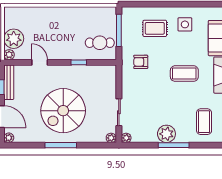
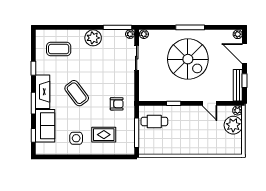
coffee table: (184, 74) -> (77, 93), turned 53
spiral stairs: (63, 111) -> (188, 59), turned 90
coffee table: (204, 122) -> (59, 49), turned 90
window: (174, 145) -> (118, 27), moved

